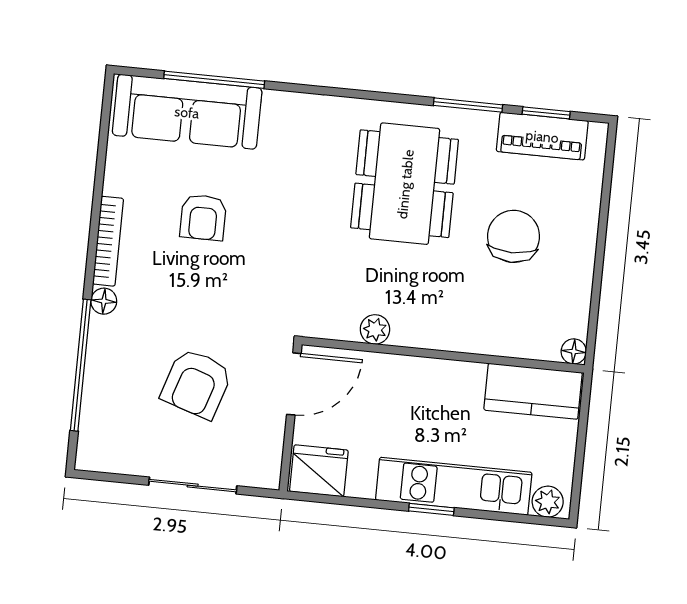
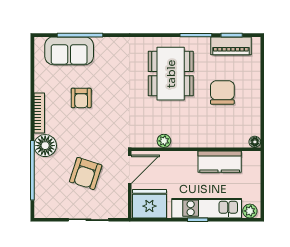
sofa: (187, 112) -> (69, 51), width x0.73
floor lamp: (104, 301) -> (45, 146), width x1.89, depth x1.89
kitchen counter: (533, 391) -> (220, 162), moved
fridge: (319, 471) -> (149, 204), width x1.36, depth x1.34

